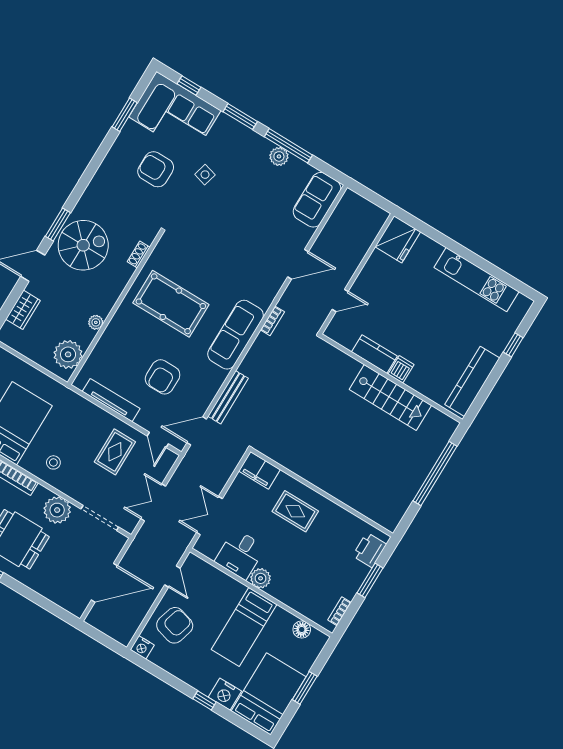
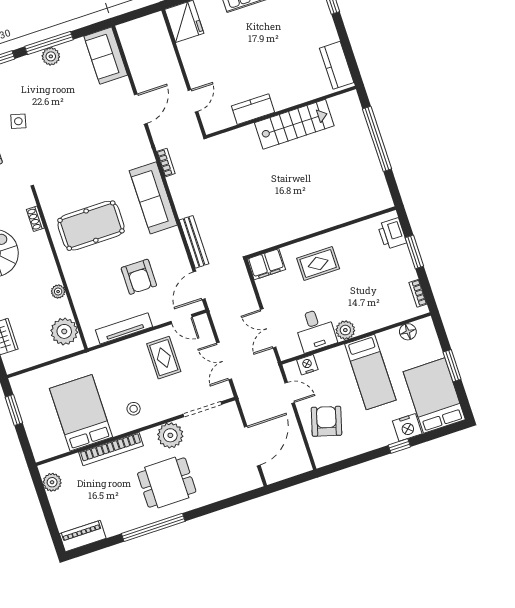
dishwasher: (401, 369) -> (280, 99), removed
kitchen counter: (472, 381) -> (337, 65), width x0.67
nightstand: (142, 647) -> (307, 365), moved, turned 180

